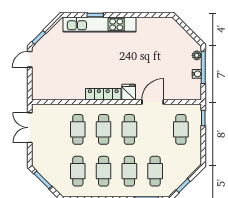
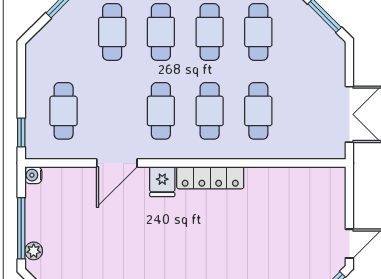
water cooler: (197, 74) -> (33, 175), moved

